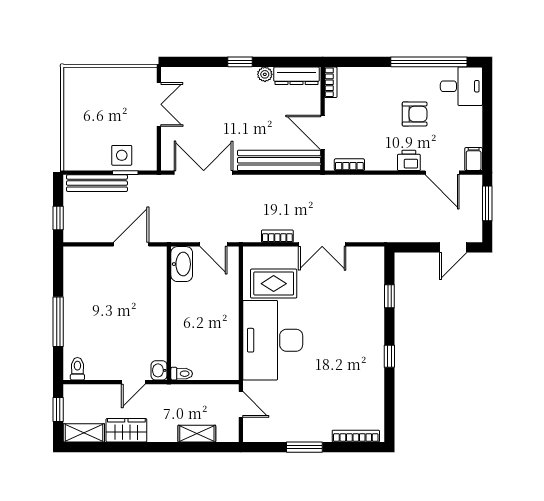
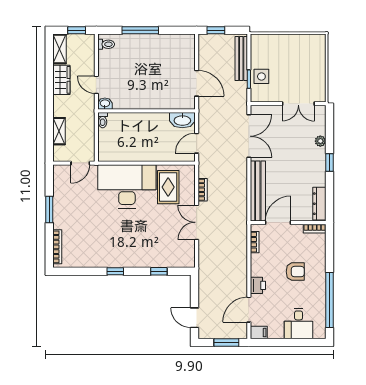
plant: (265, 74) -> (320, 141), moved
desk: (461, 86) -> (299, 324), moved
armchair: (415, 114) -> (295, 272), moved, turned -90

